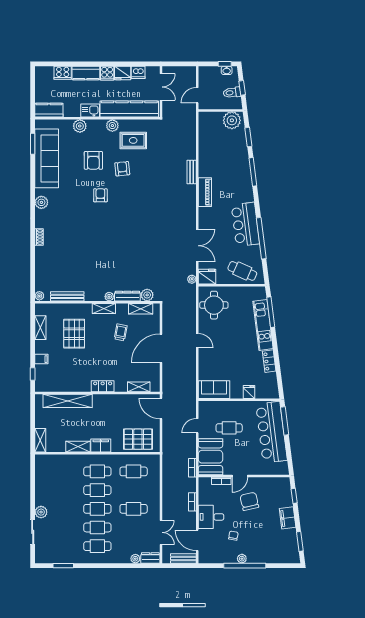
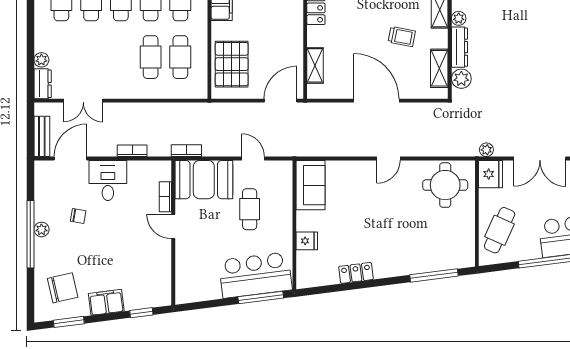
kitchen unit: (263, 325) -> (414, 263), removed
bar counter: (271, 432) -> (255, 275), width x0.73
chair: (249, 501) -> (63, 288), moved
cafe table: (134, 509) -> (151, 57), moved

